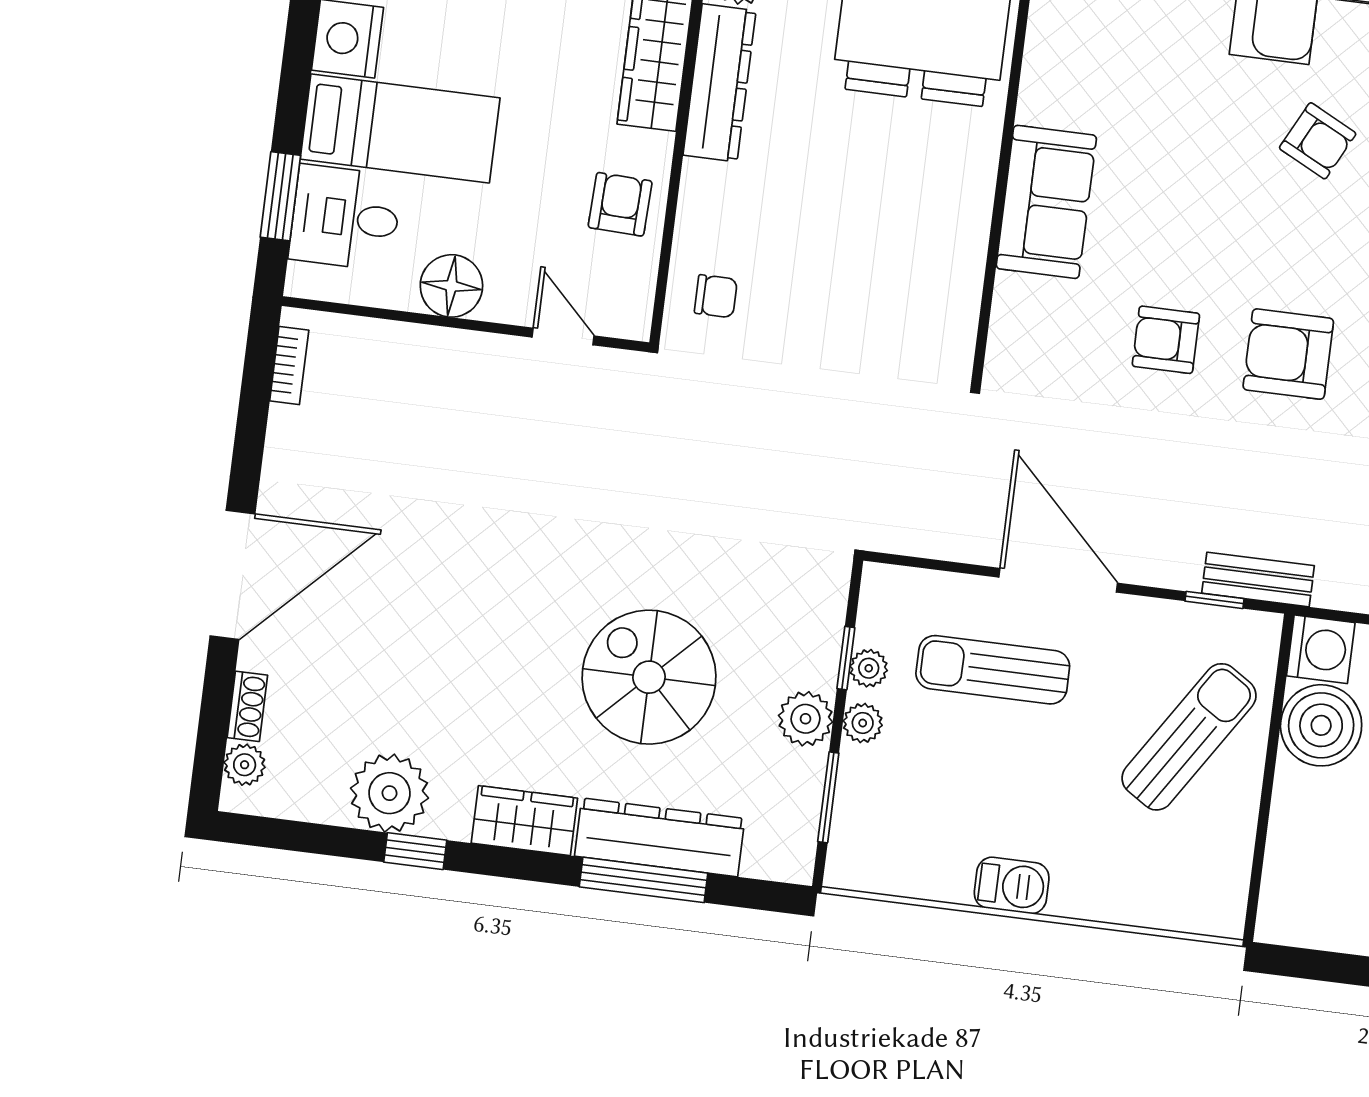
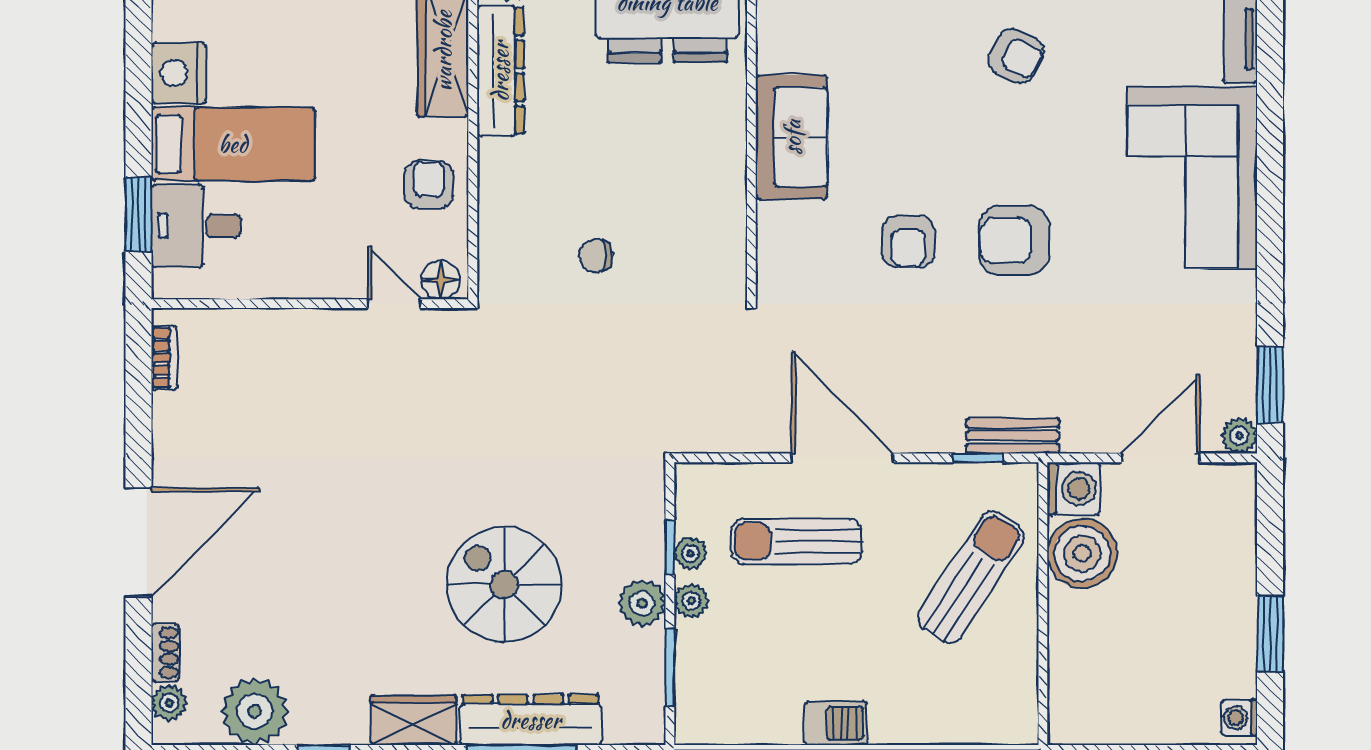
floor lamp: (451, 286) -> (441, 280), moved, width x0.73, depth x0.73
chair: (716, 296) -> (596, 256), moved, turned 180
armchair: (1166, 340) -> (908, 242), turned -90
plant: (389, 793) -> (254, 711), moved

